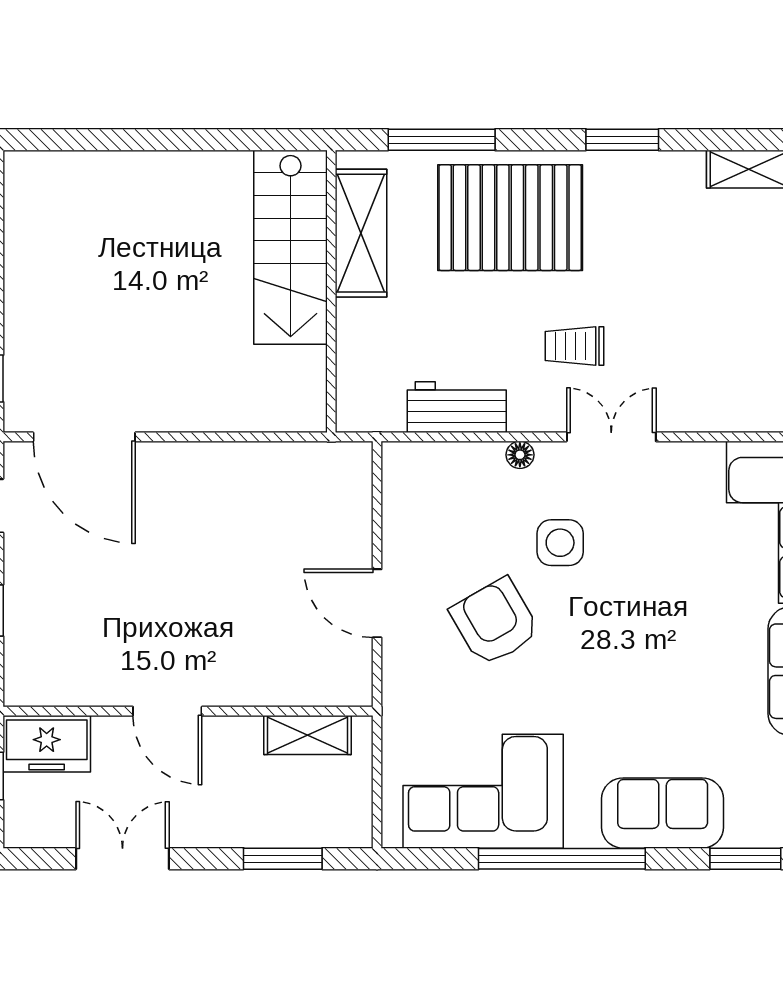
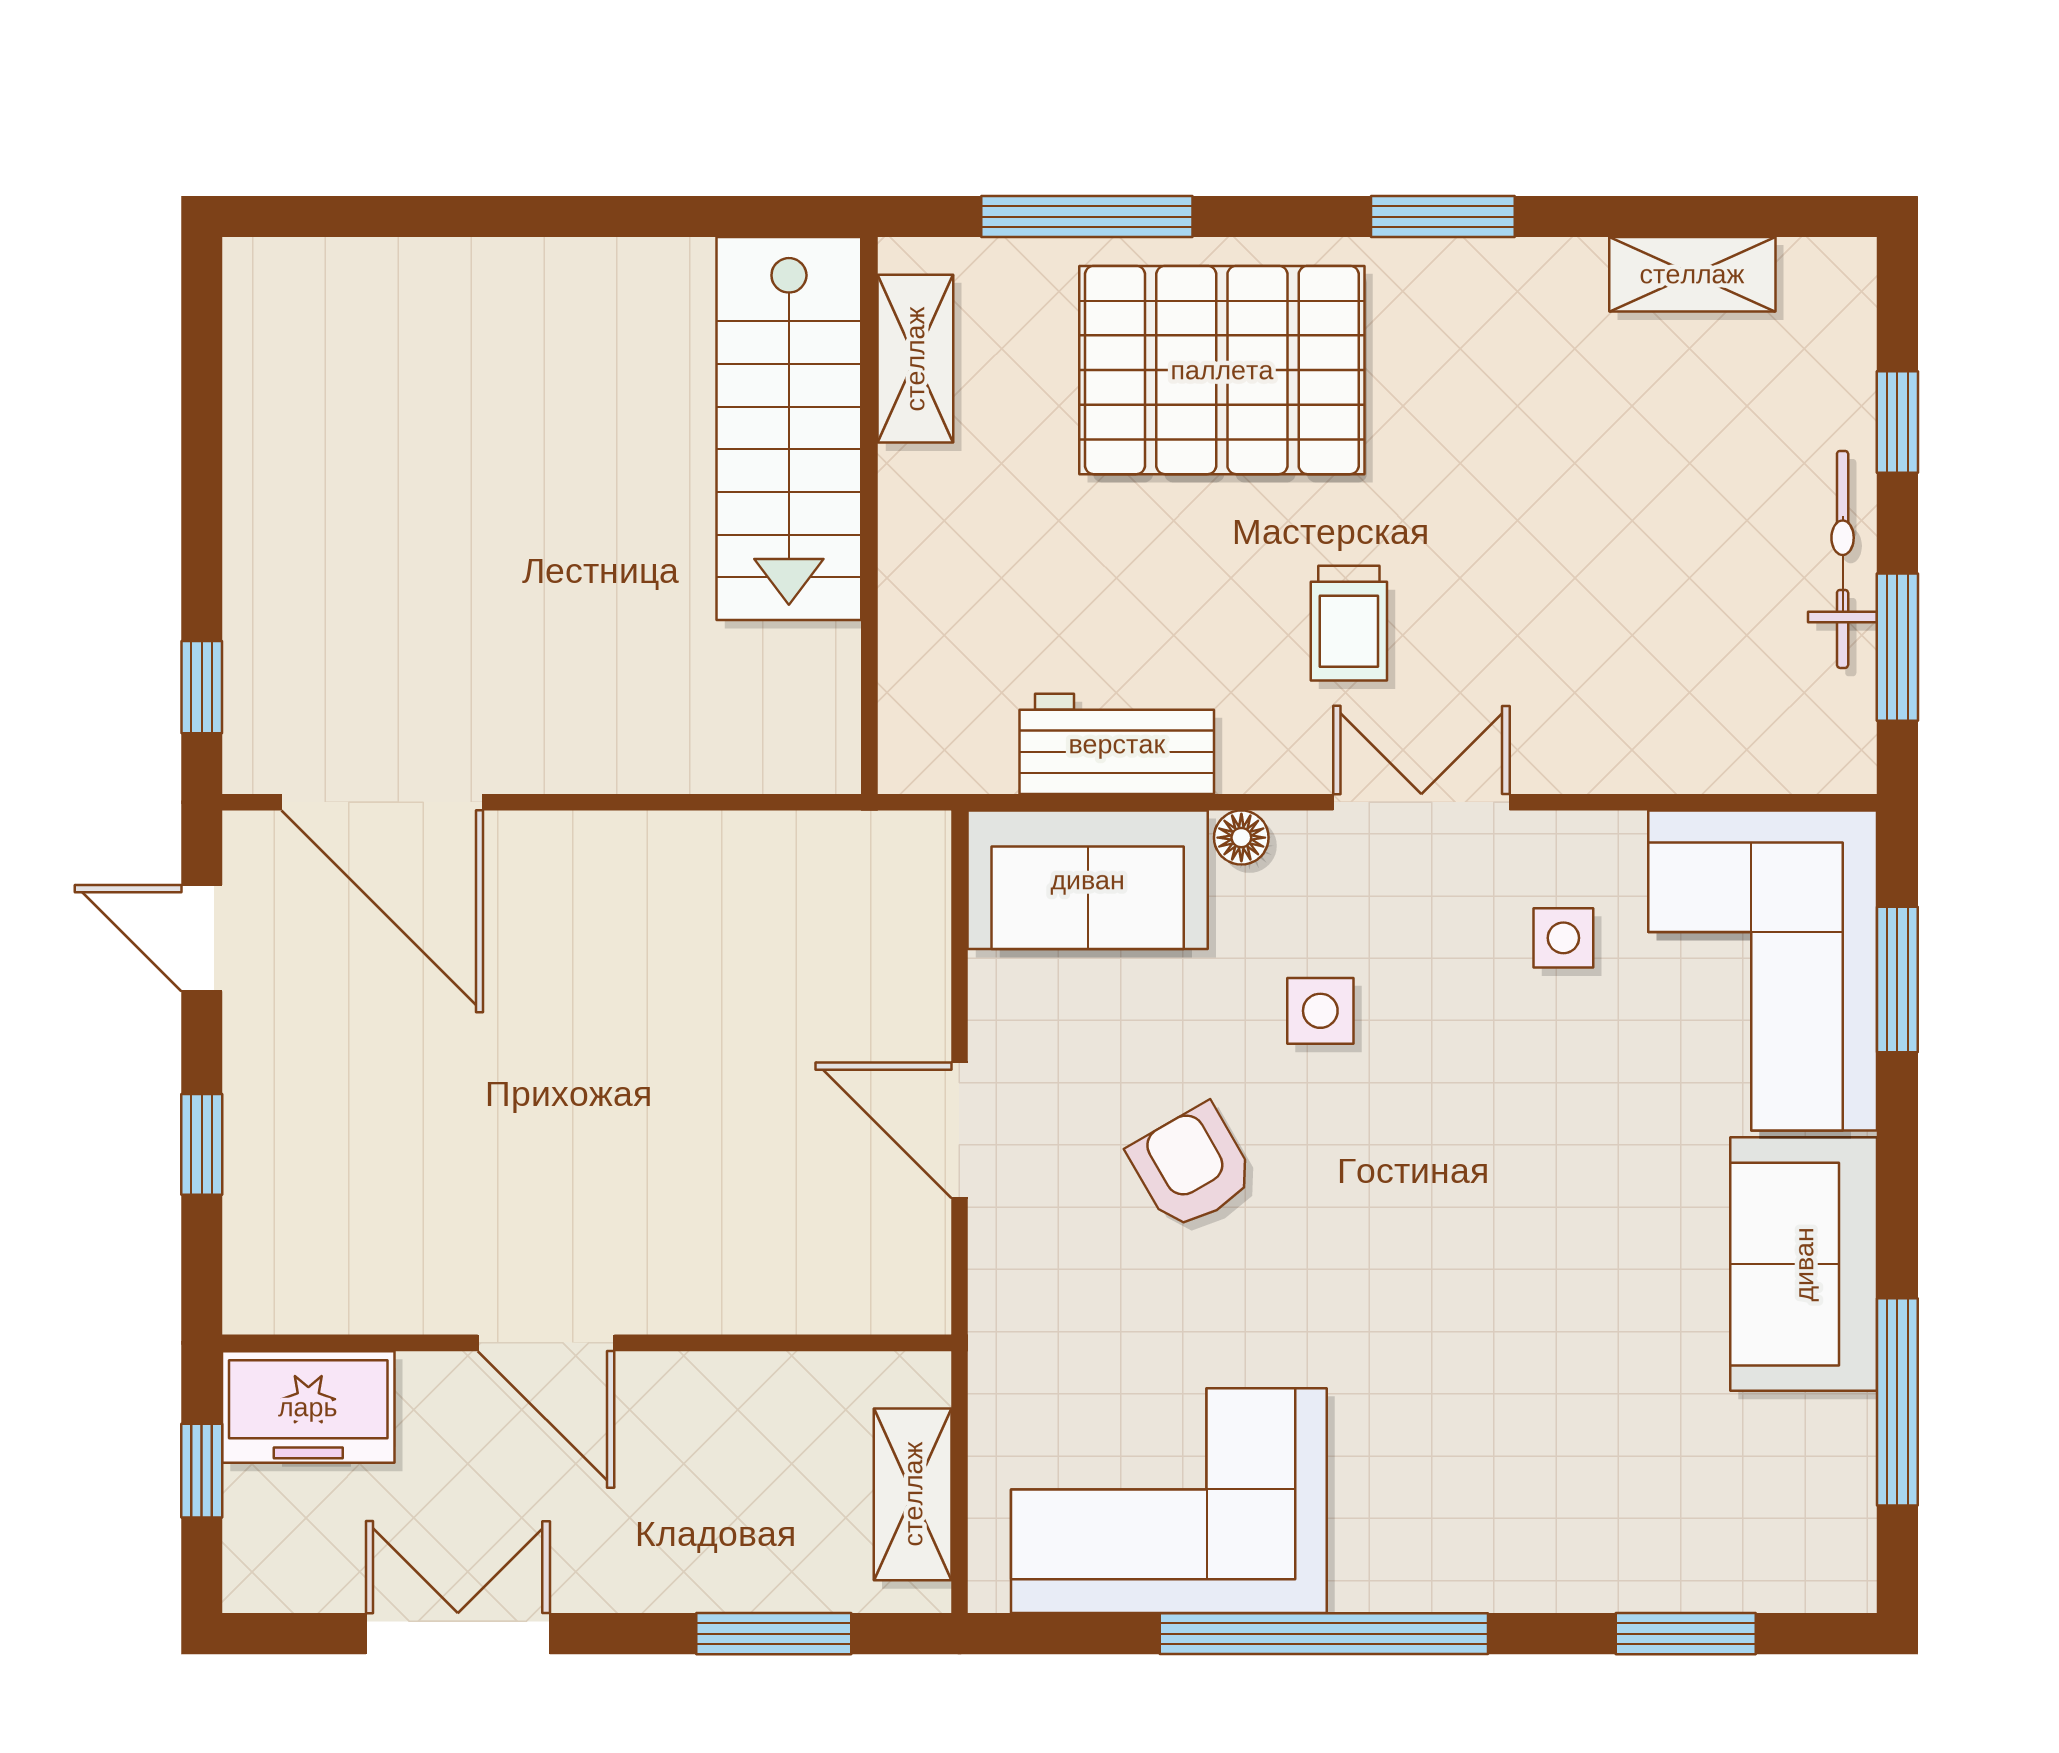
shelving: (361, 233) -> (915, 359), width x0.67, depth x0.75
trolley: (575, 346) -> (1349, 623), turned -90
side table: (683, 506) -> (1563, 938), added
side table: (560, 543) -> (1320, 1011), width x0.73, depth x0.73
armchair: (495, 622) -> (1192, 1167), width x0.72, depth x0.72
shelving: (307, 735) -> (913, 1494), moved, turned 90
sofa: (663, 813) -> (1088, 880), moved, turned 180

